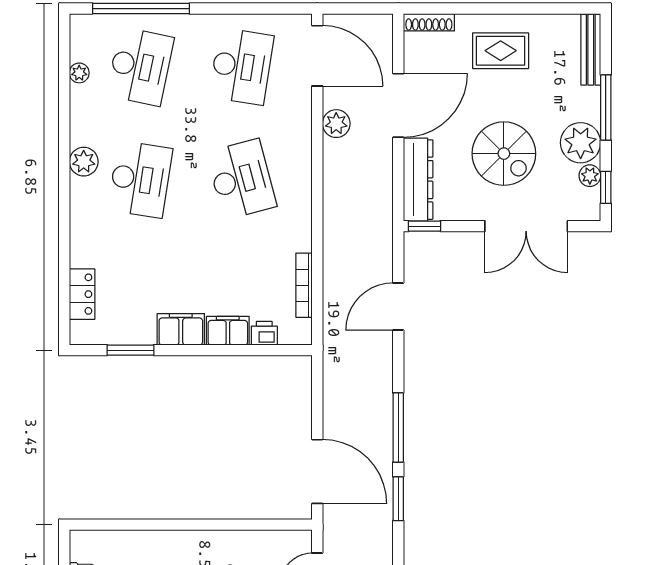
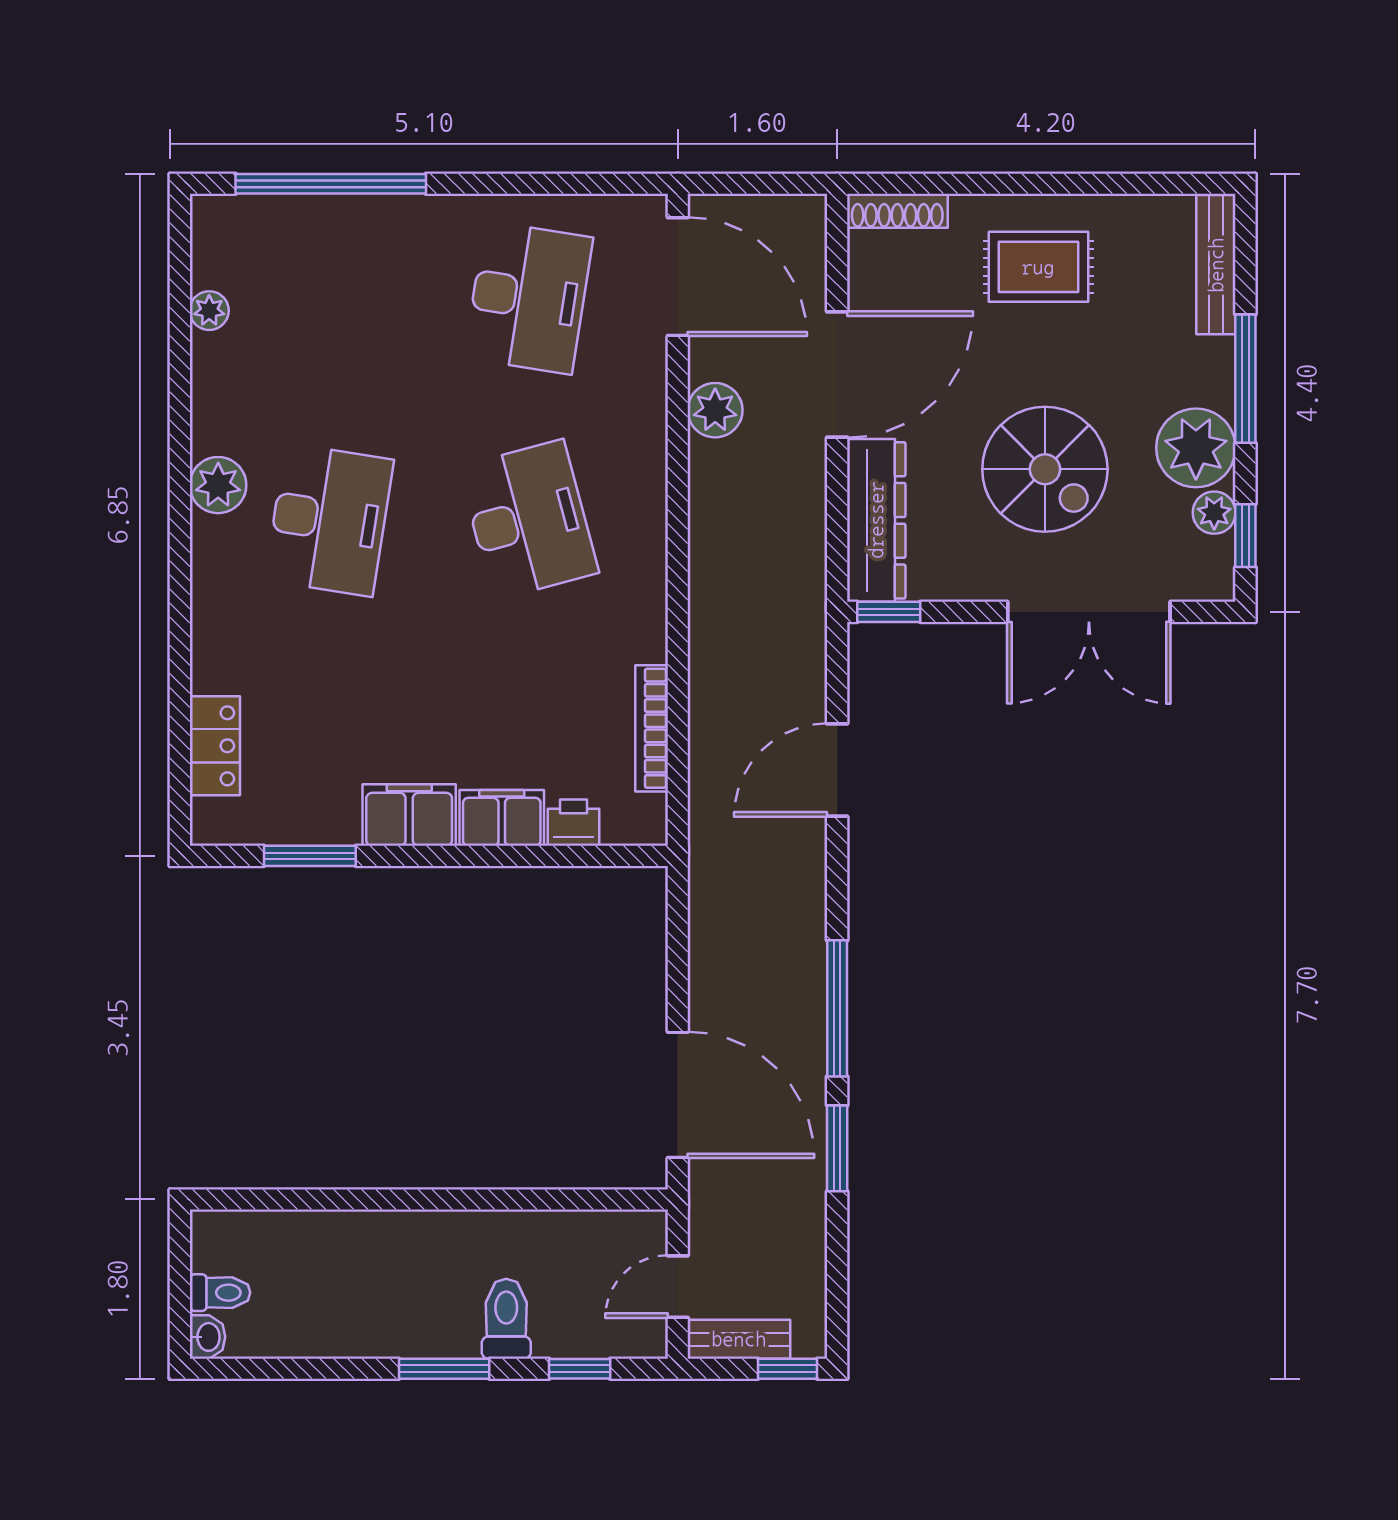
desk: (140, 66) -> (329, 298), removed

